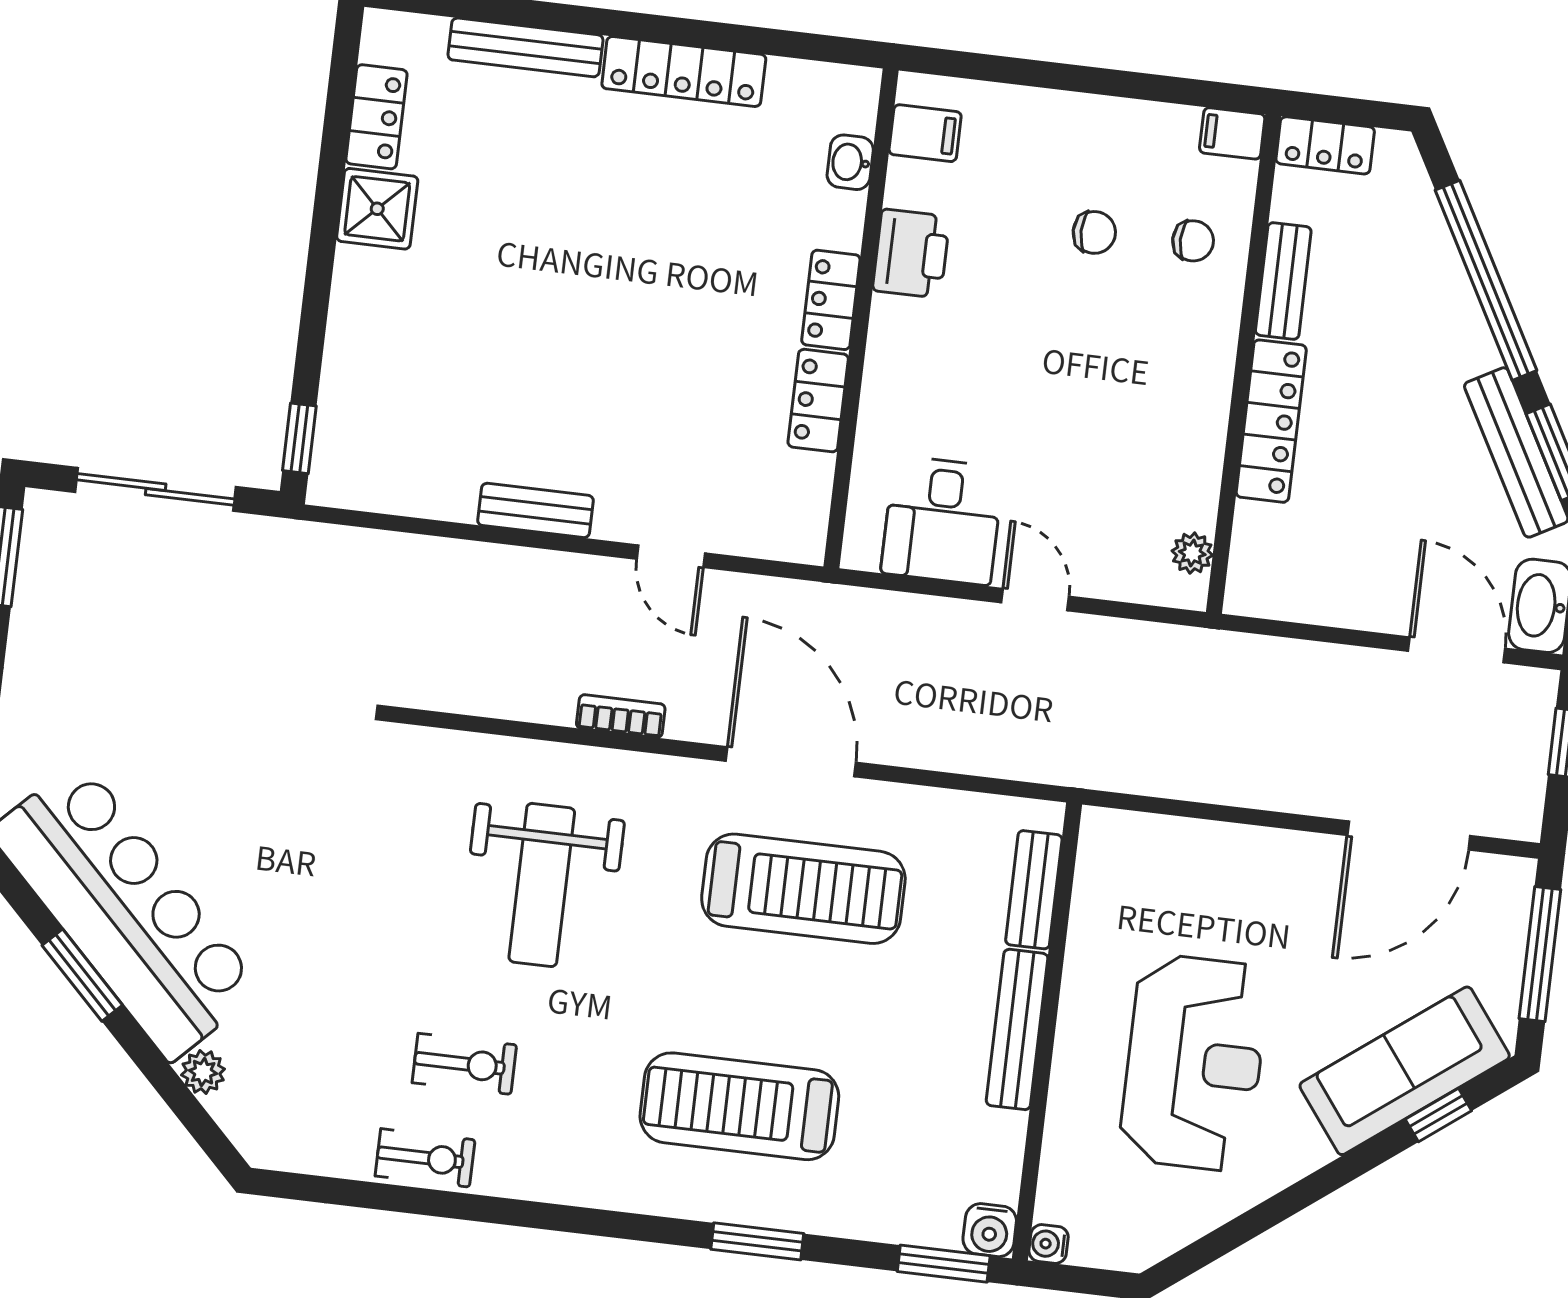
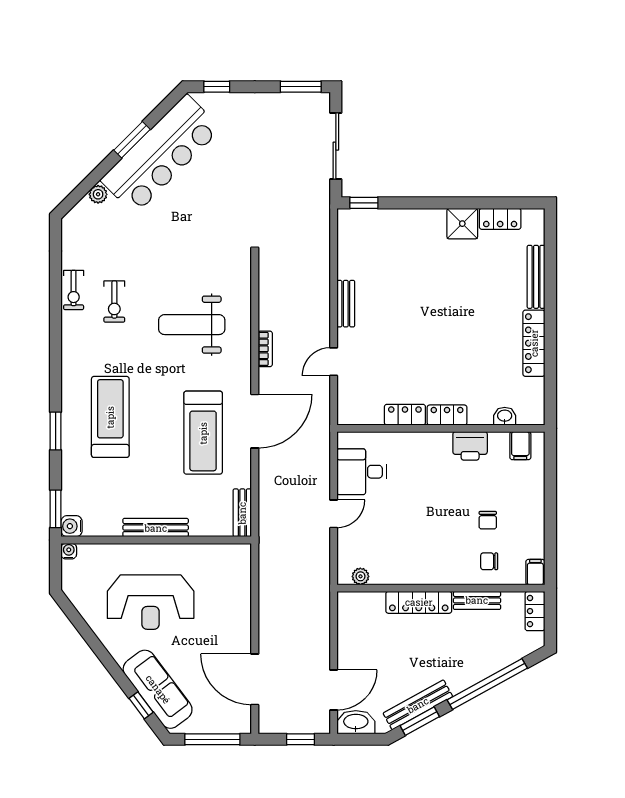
chair: (1193, 241) -> (489, 561), turned 90
bench: (1034, 890) -> (242, 513), moved, turned 90

